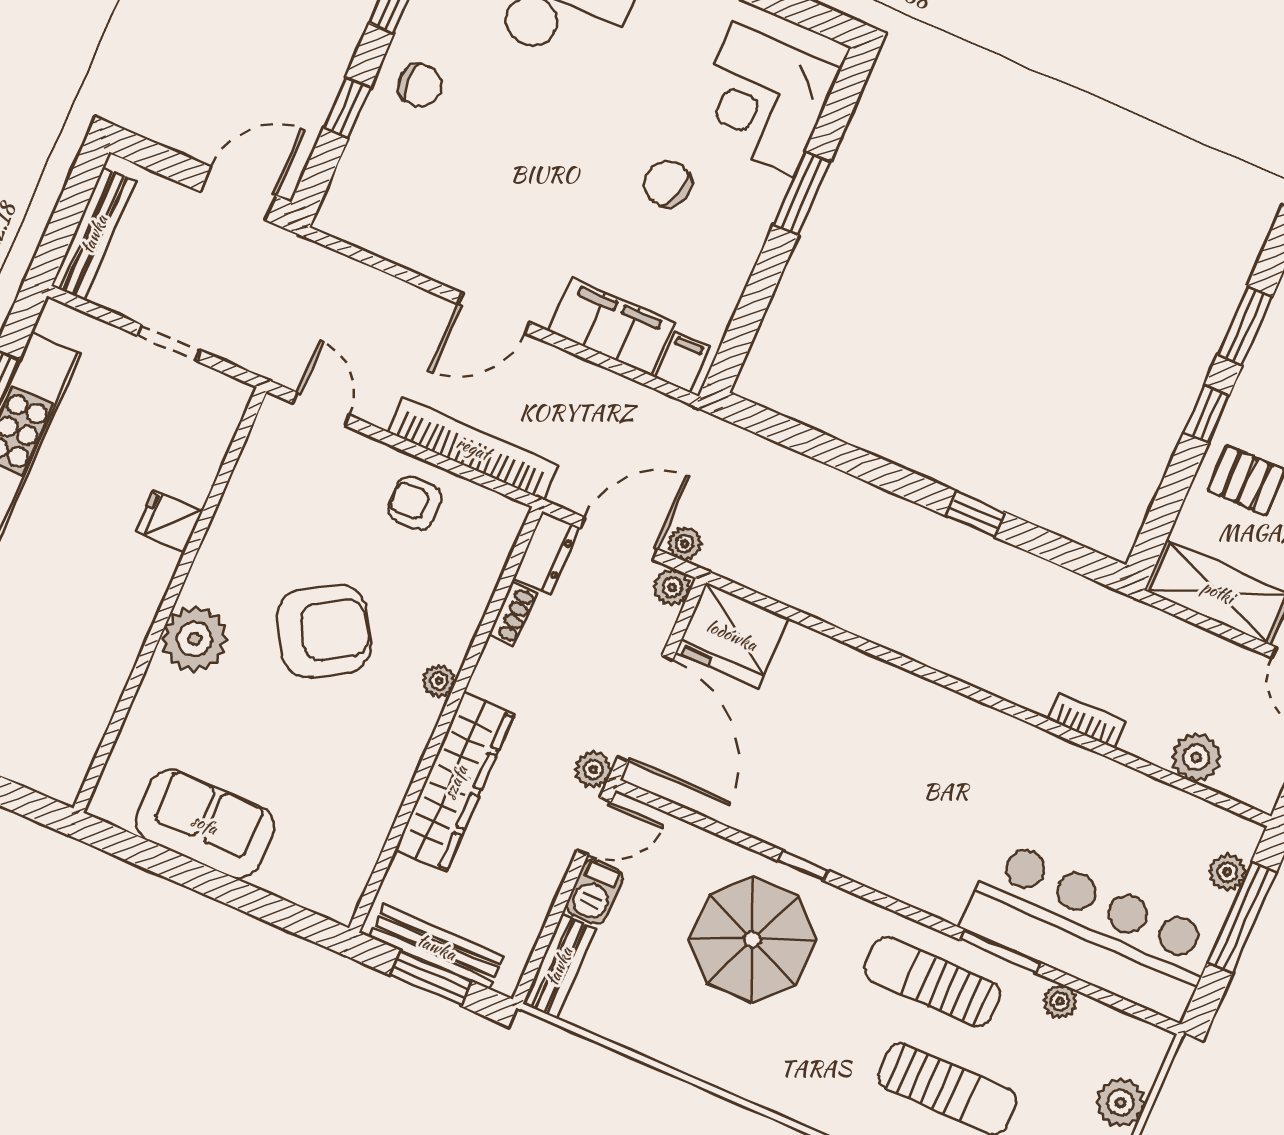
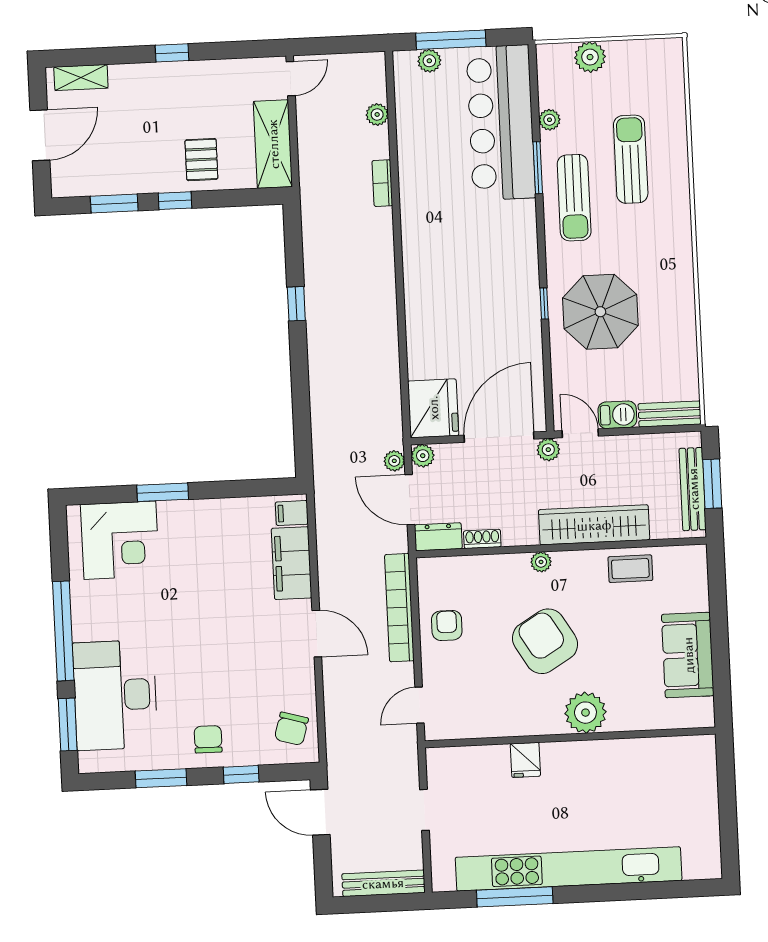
chair: (667, 184) -> (291, 729), moved
armchair: (415, 503) -> (447, 625), turned 180
plant: (1196, 757) -> (377, 114), width x0.73, depth x0.73
coffee table: (367, 803) -> (630, 569), added

